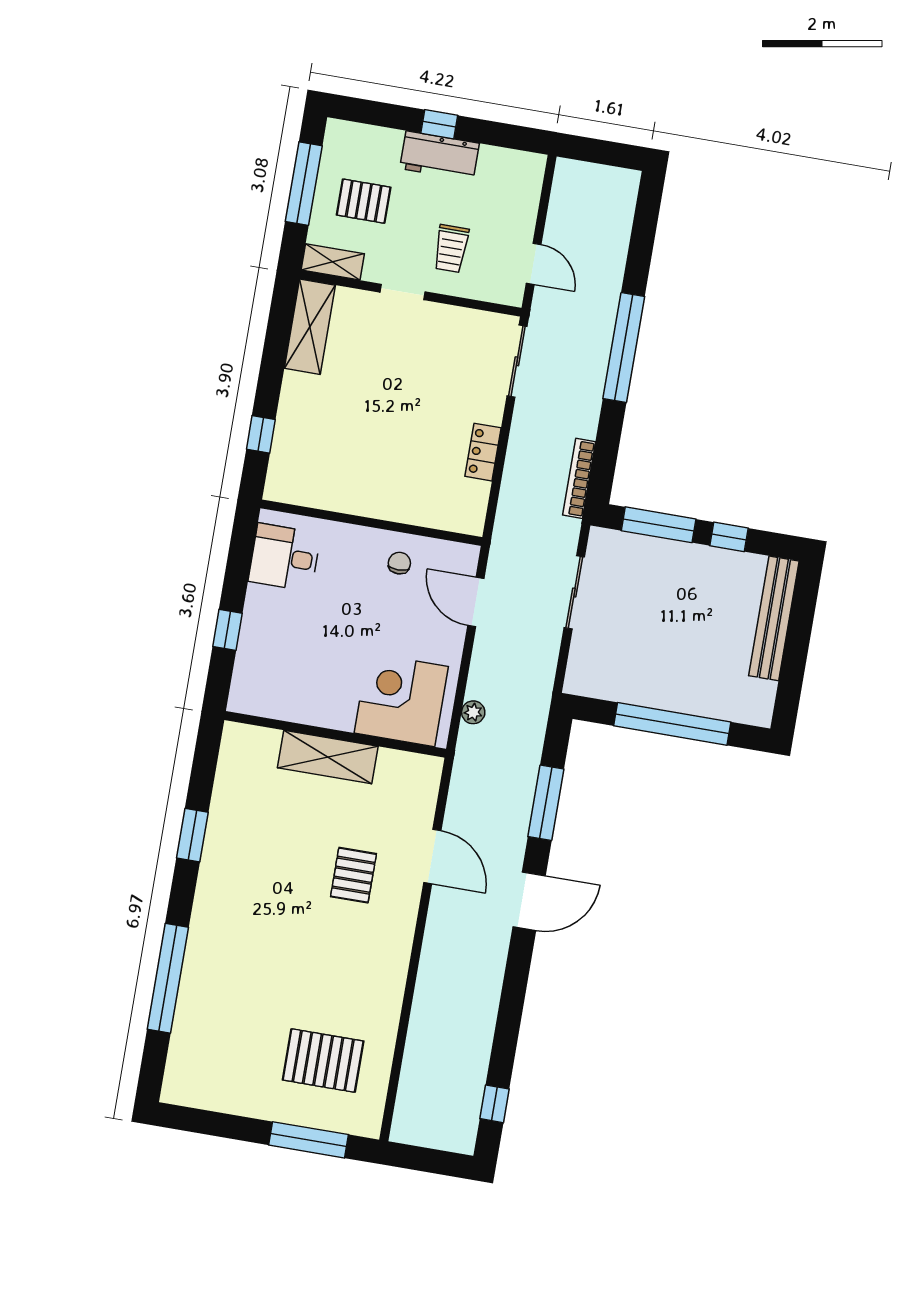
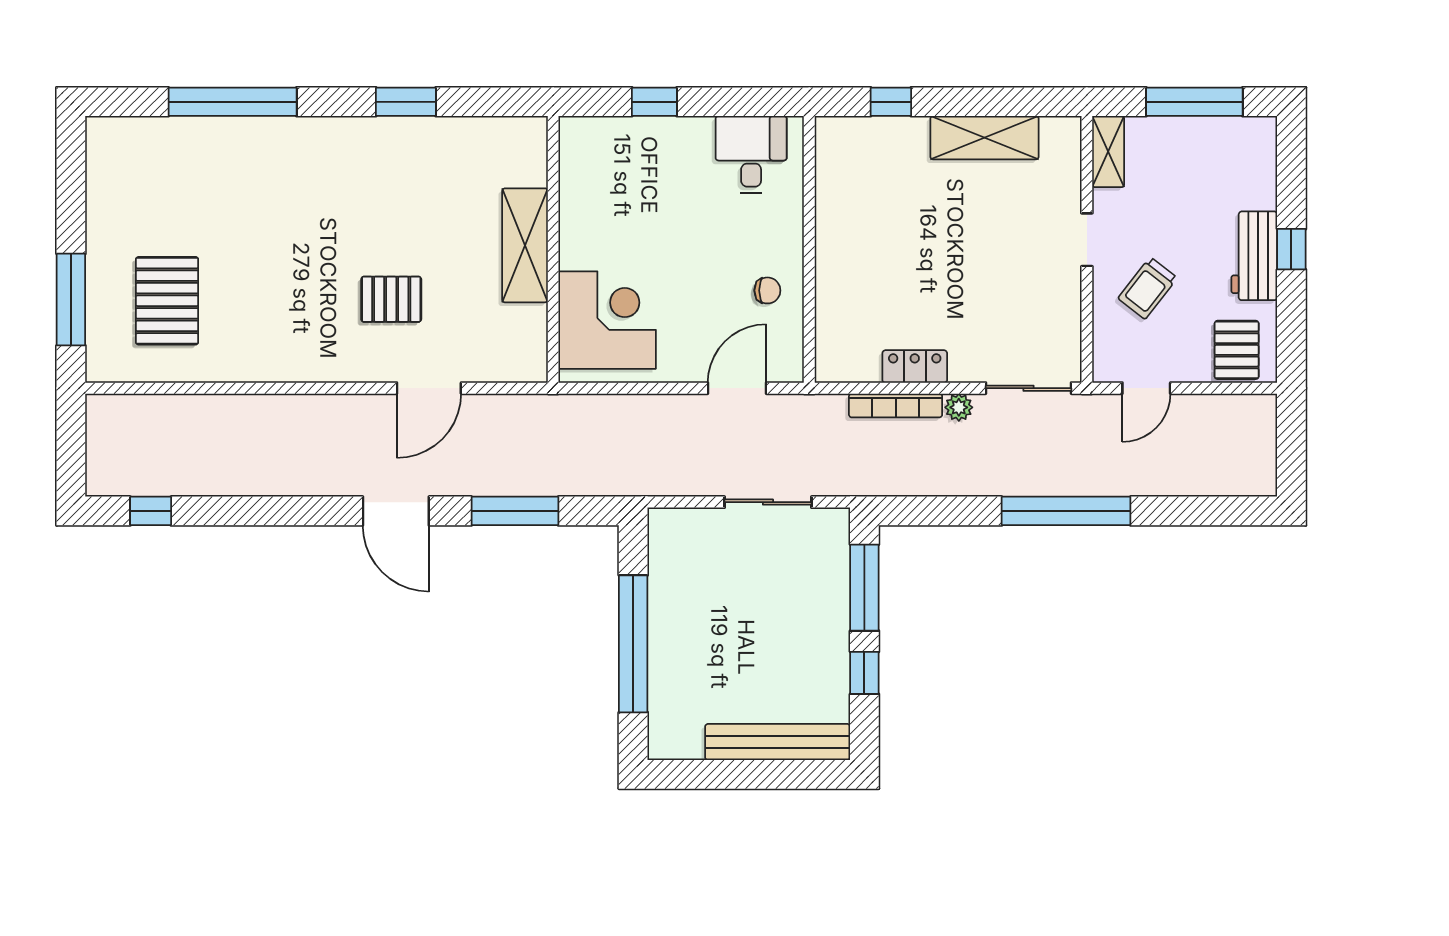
pallet: (364, 201) -> (1237, 350), moved
trolley: (451, 249) -> (1148, 288), turned -52
shelving: (310, 327) -> (985, 138), moved
bookcase: (579, 478) -> (896, 405), moved, turned 180
plant: (473, 712) -> (959, 407), moved

